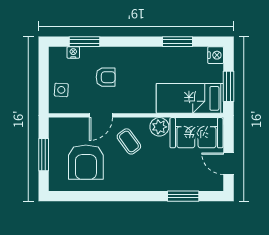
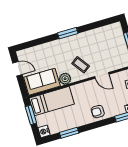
armchair: (106, 77) -> (98, 112), moved
door: (101, 115) -> (102, 75), swing flipped
armchair: (86, 162) -> (103, 45), removed
window: (183, 196) -> (68, 33), moved

